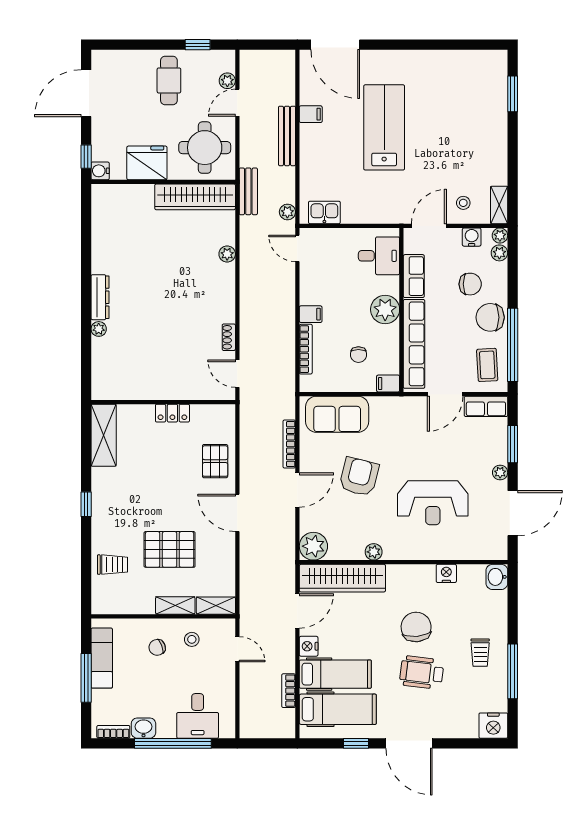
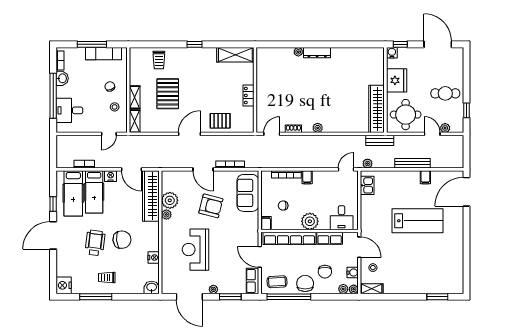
plant: (227, 254) -> (318, 128), moved
plant: (313, 546) -> (170, 200), moved

